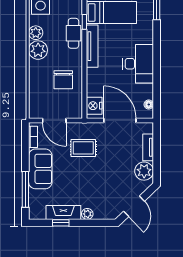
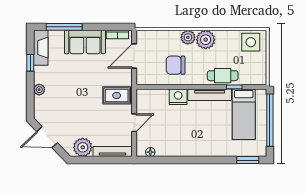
plant: (36, 33) -> (188, 37), moved
desk: (138, 64) -> (192, 141), removed
nightstand: (94, 106) -> (178, 97), moved
door: (120, 121) -> (134, 123), width x0.53
tv unit: (148, 147) -> (112, 151), width x1.41
rug: (83, 148) -> (117, 95), moved, turned 90
fireplace: (63, 212) -> (41, 48), moved

